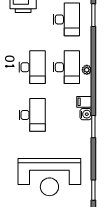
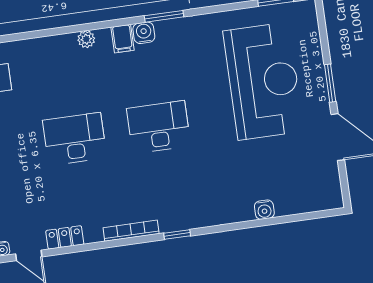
desk: (66, 67) -> (66, 79), removed
plant: (87, 70) -> (86, 39), moved

